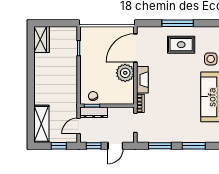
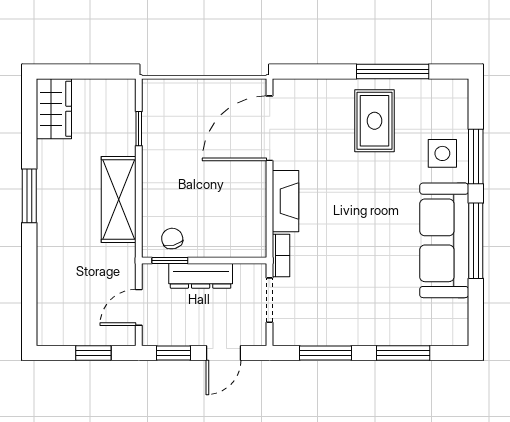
window: (178, 23) -> (393, 71), moved
rug: (181, 45) -> (374, 121), turned 90
plant: (125, 73) -> (246, 185), removed
window: (31, 77) -> (29, 196), added
dresser: (94, 112) -> (201, 276), moved
shelving: (41, 124) -> (119, 200), moved

